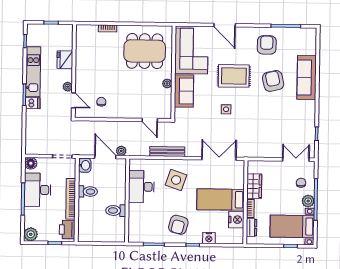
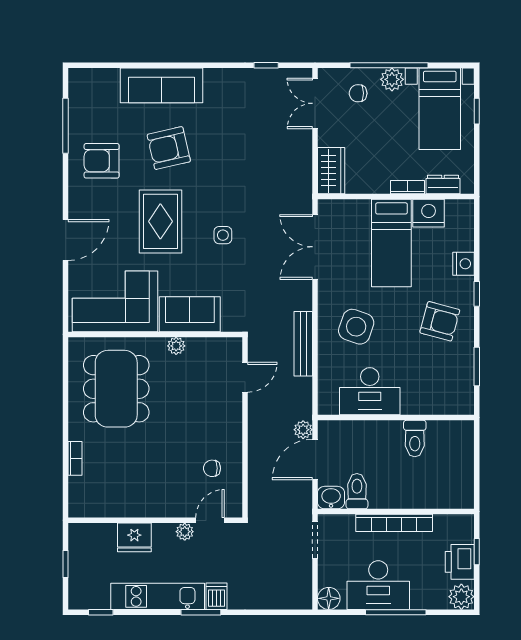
wardrobe: (254, 186) -> (331, 171), moved, turned 90
toilet: (88, 192) -> (357, 491), moved
printer: (67, 230) -> (460, 562), moved, turned 90

